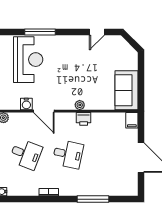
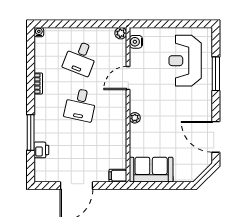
door: (97, 32) -> (216, 137), width x1.87
reception desk: (28, 60) -> (185, 61), turned 90
water cooler: (26, 104) -> (136, 42), moved
printer: (84, 119) -> (41, 150), moved, turned 180

